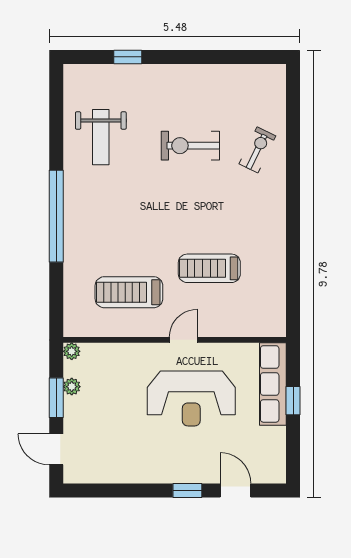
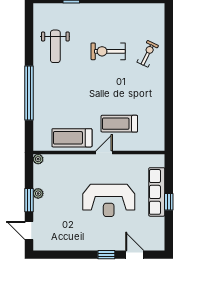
wall: (175, 340) -> (99, 152), moved
door: (183, 340) -> (104, 152), moved
plant: (72, 351) -> (38, 159), moved

